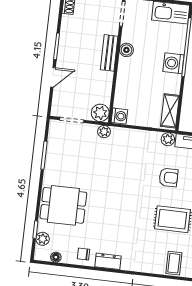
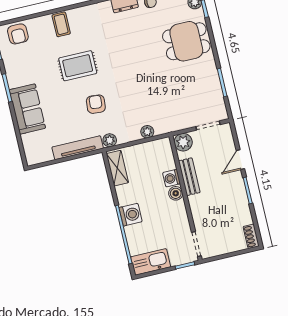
boiler: (126, 50) -> (176, 193), moved
bench: (109, 53) -> (189, 177), moved
washing machine: (119, 116) -> (172, 178), moved
plant: (104, 132) -> (147, 132), moved
armchair: (169, 177) -> (96, 104), turned 95

